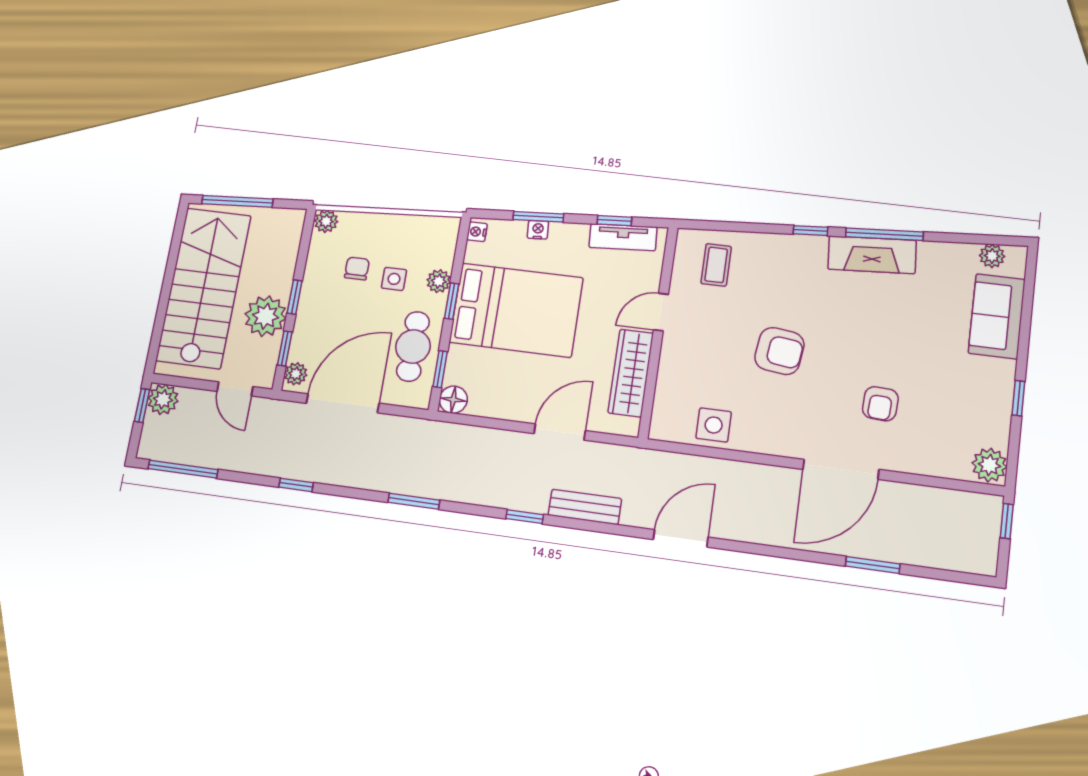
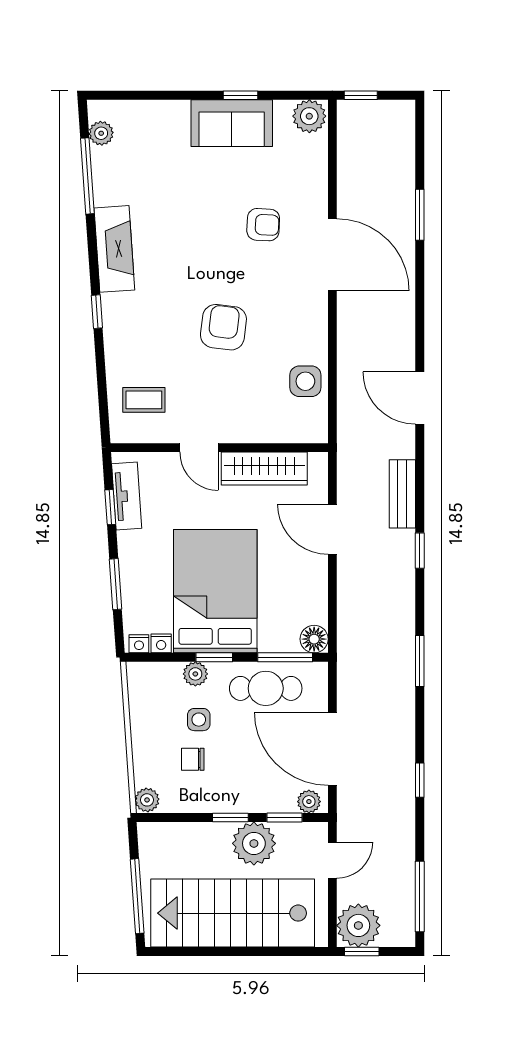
nightstand: (538, 230) -> (161, 643), moved, turned -86
window: (884, 234) -> (87, 176), moved
sofa: (997, 316) -> (232, 123), moved
window: (440, 369) -> (285, 657), width x1.50
plant: (163, 399) -> (358, 925), width x1.36, depth x1.36

